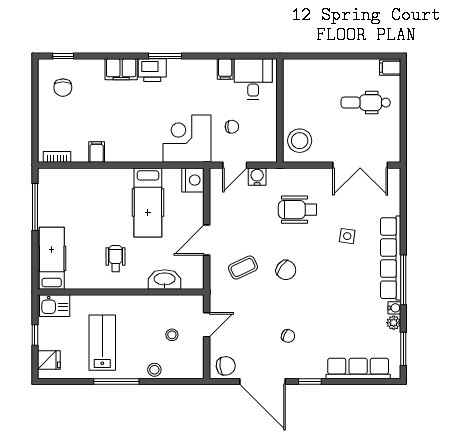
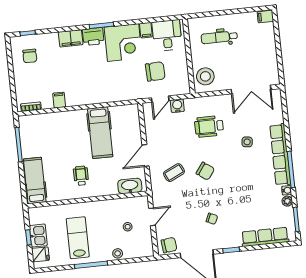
dental chair: (366, 103) -> (219, 37), moved
chair: (232, 127) -> (155, 71), width x1.87, depth x1.87
corner desk: (187, 139) -> (123, 42), moved, turned 180
nightstand: (193, 180) -> (131, 113), removed
washbasin: (165, 279) -> (130, 186), moved
kitchen sink: (55, 306) -> (38, 236), moved, turned -90

